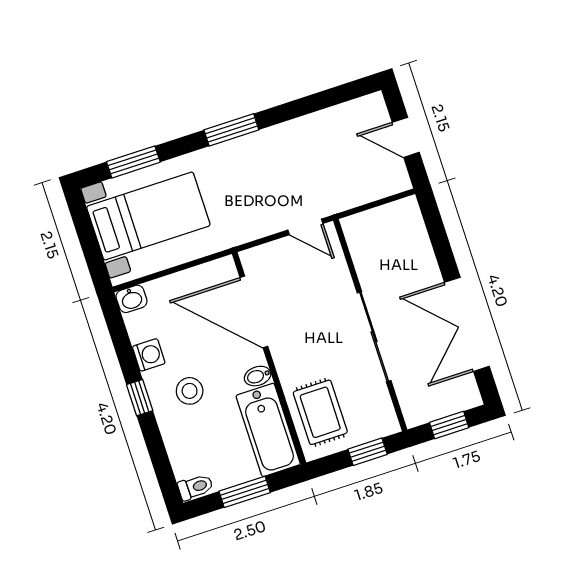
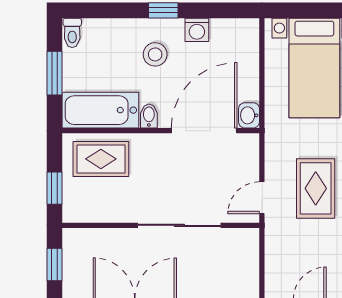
rug: (277, 173) -> (316, 188), added
washbasin: (132, 299) -> (249, 115), moved
sliding door: (374, 337) -> (179, 225), moved

